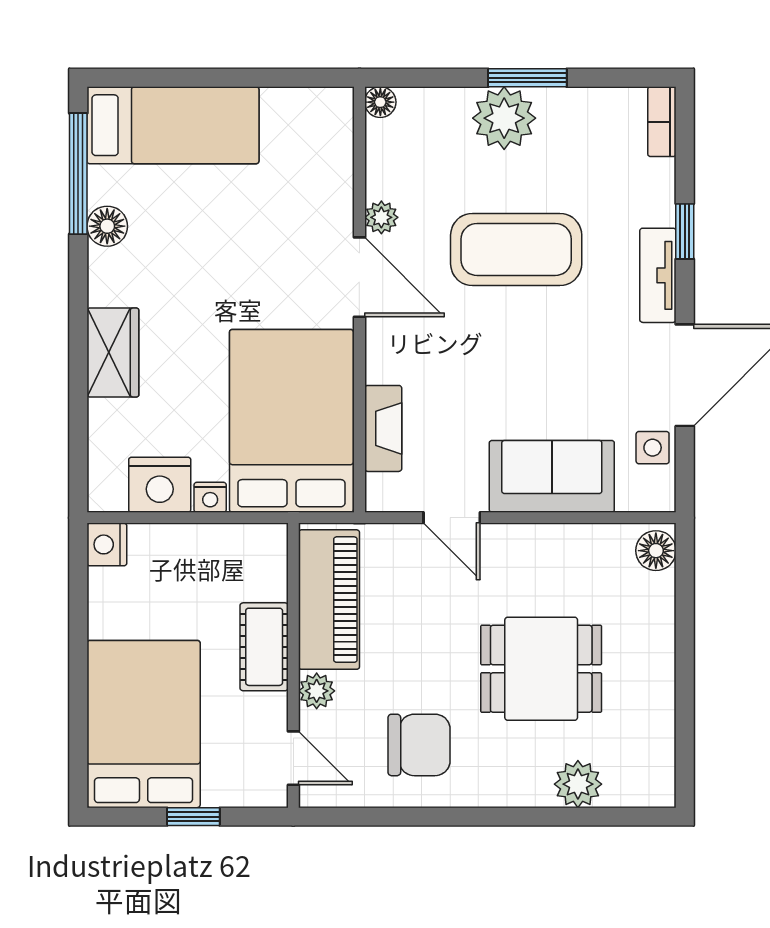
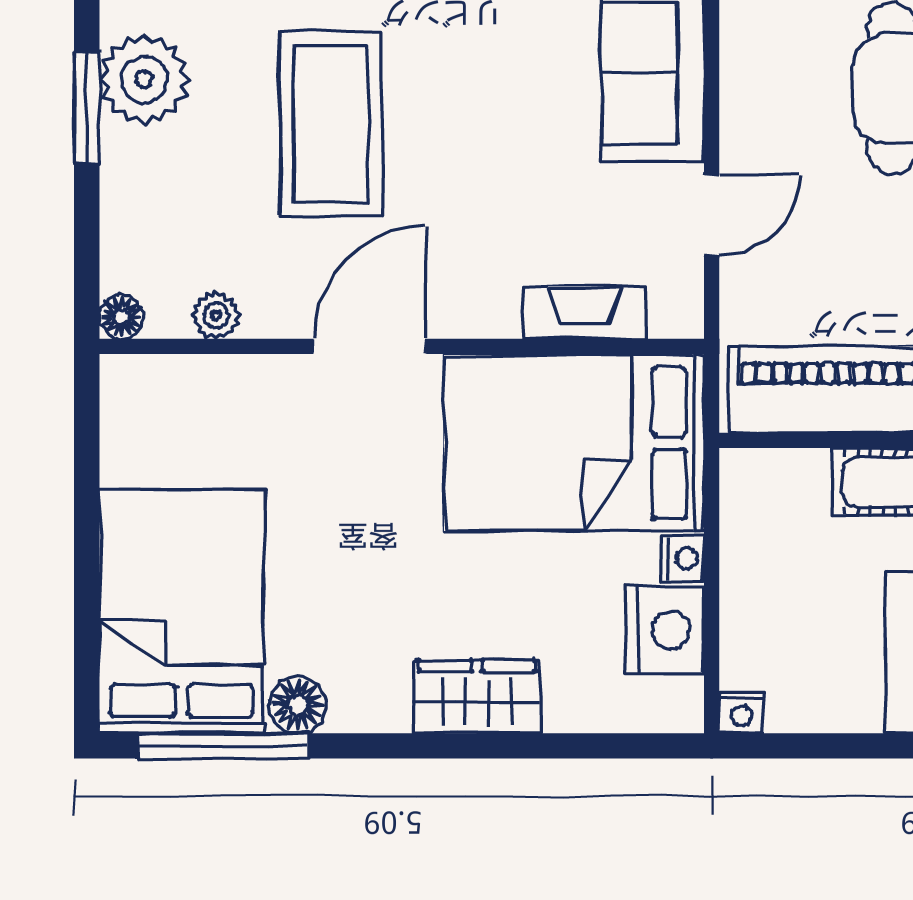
plant: (504, 118) -> (144, 80), moved
bed: (173, 125) -> (182, 611), width x1.50
plant: (381, 217) -> (216, 315), moved
nightstand: (107, 544) -> (741, 713), width x0.72, depth x0.74

